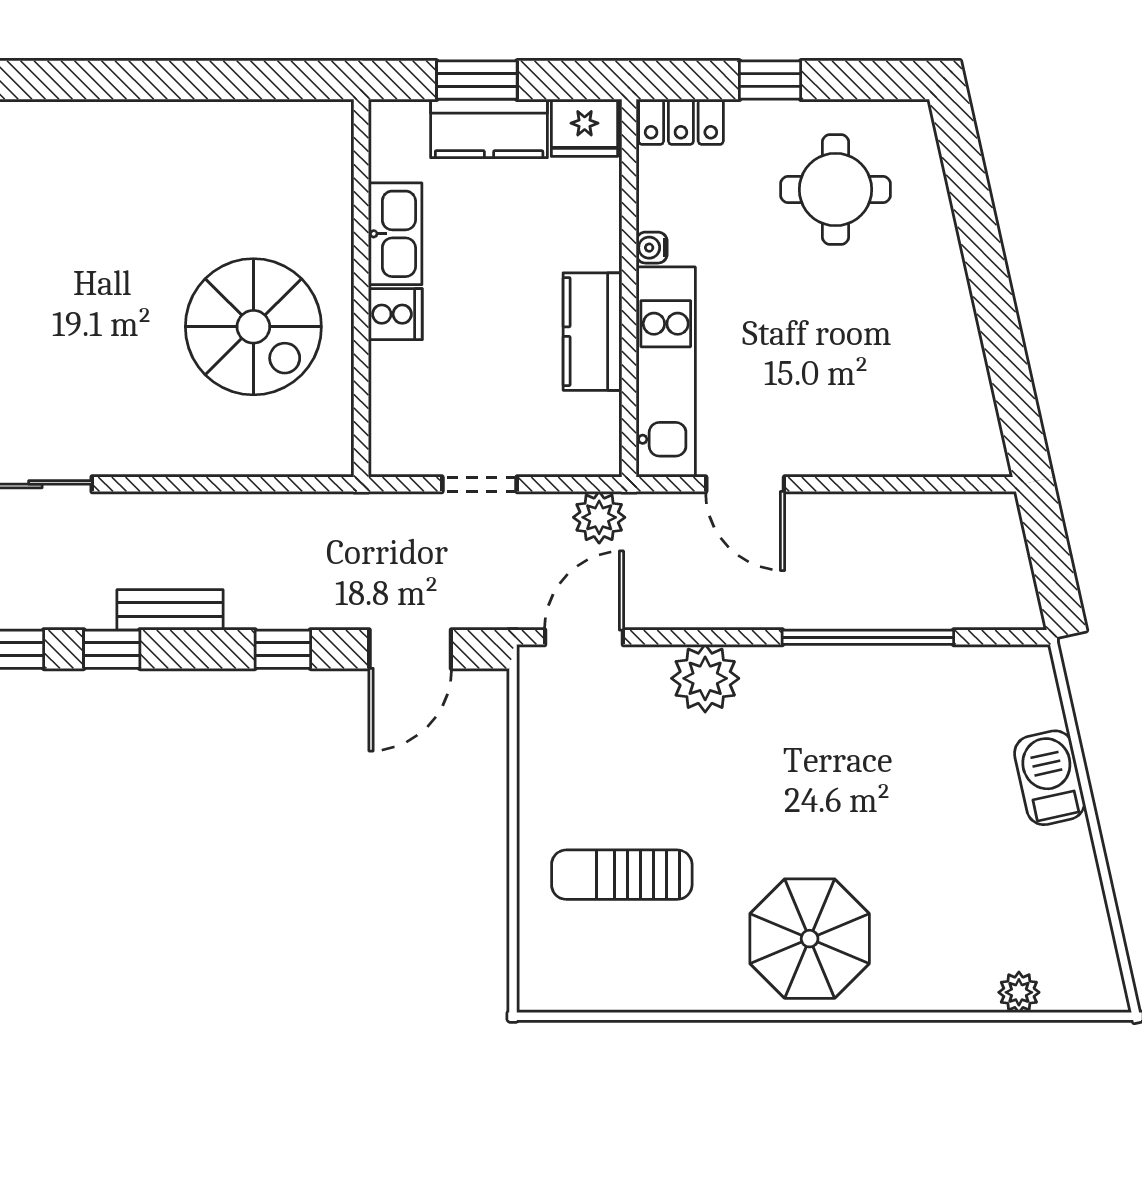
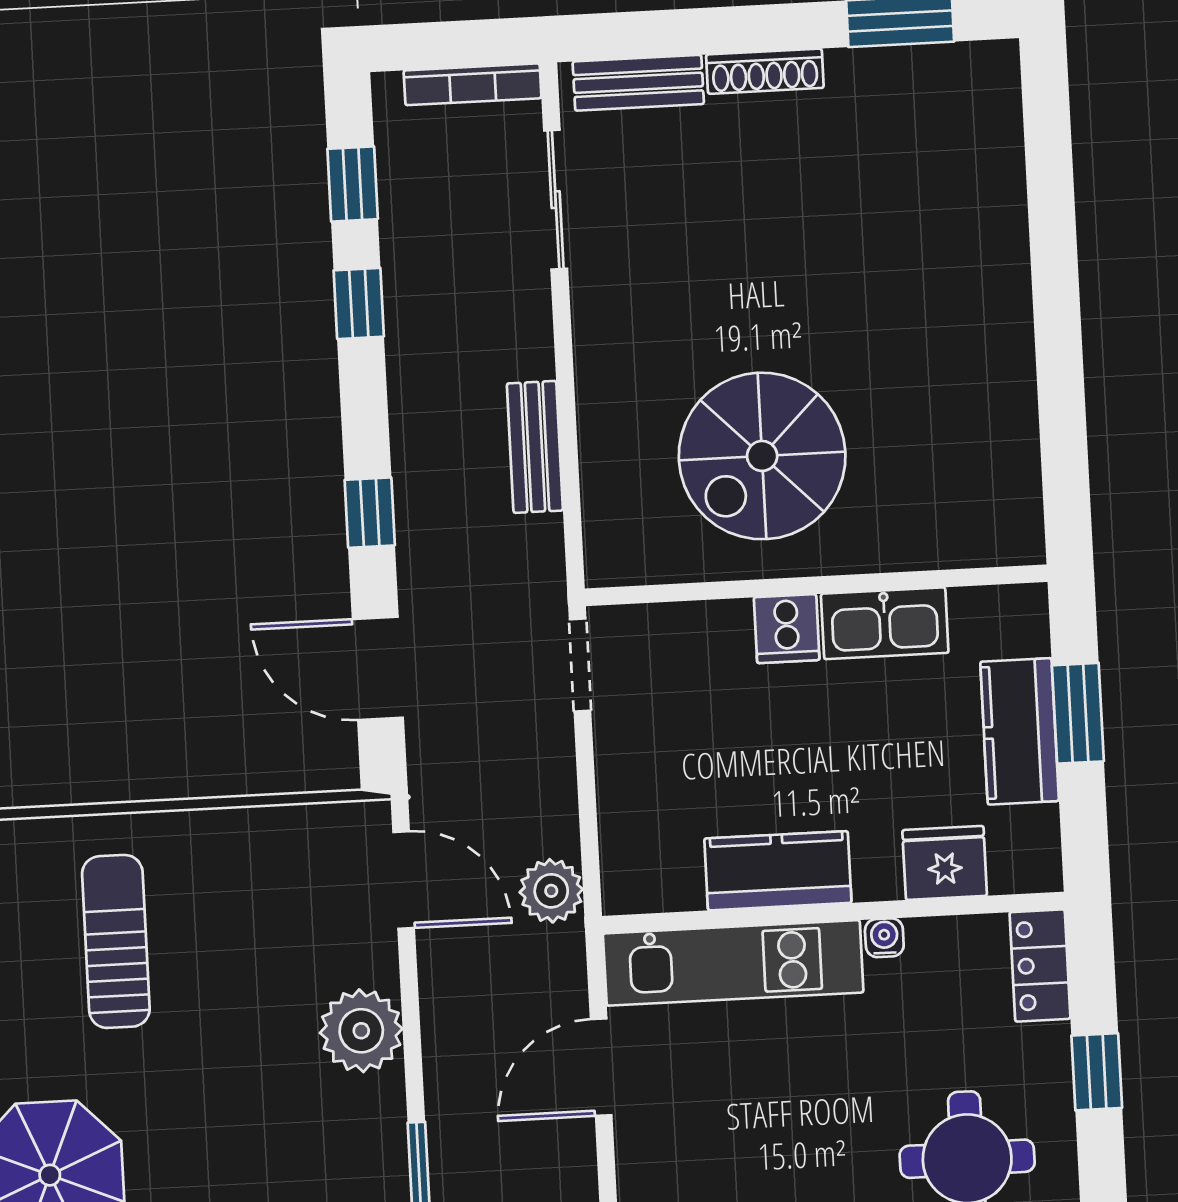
fridge: (585, 128) -> (945, 863), moved, turned 90
doorway: (480, 484) -> (580, 665), moved
bench: (170, 610) -> (535, 447), moved

